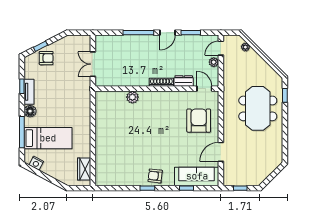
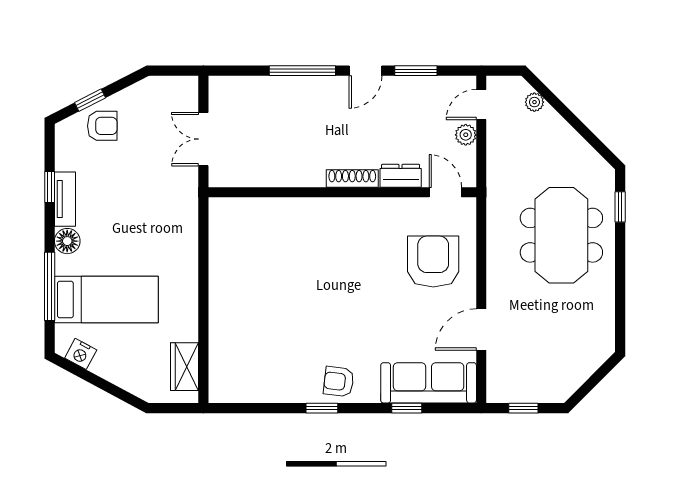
plant: (132, 97) -> (289, 211), removed

